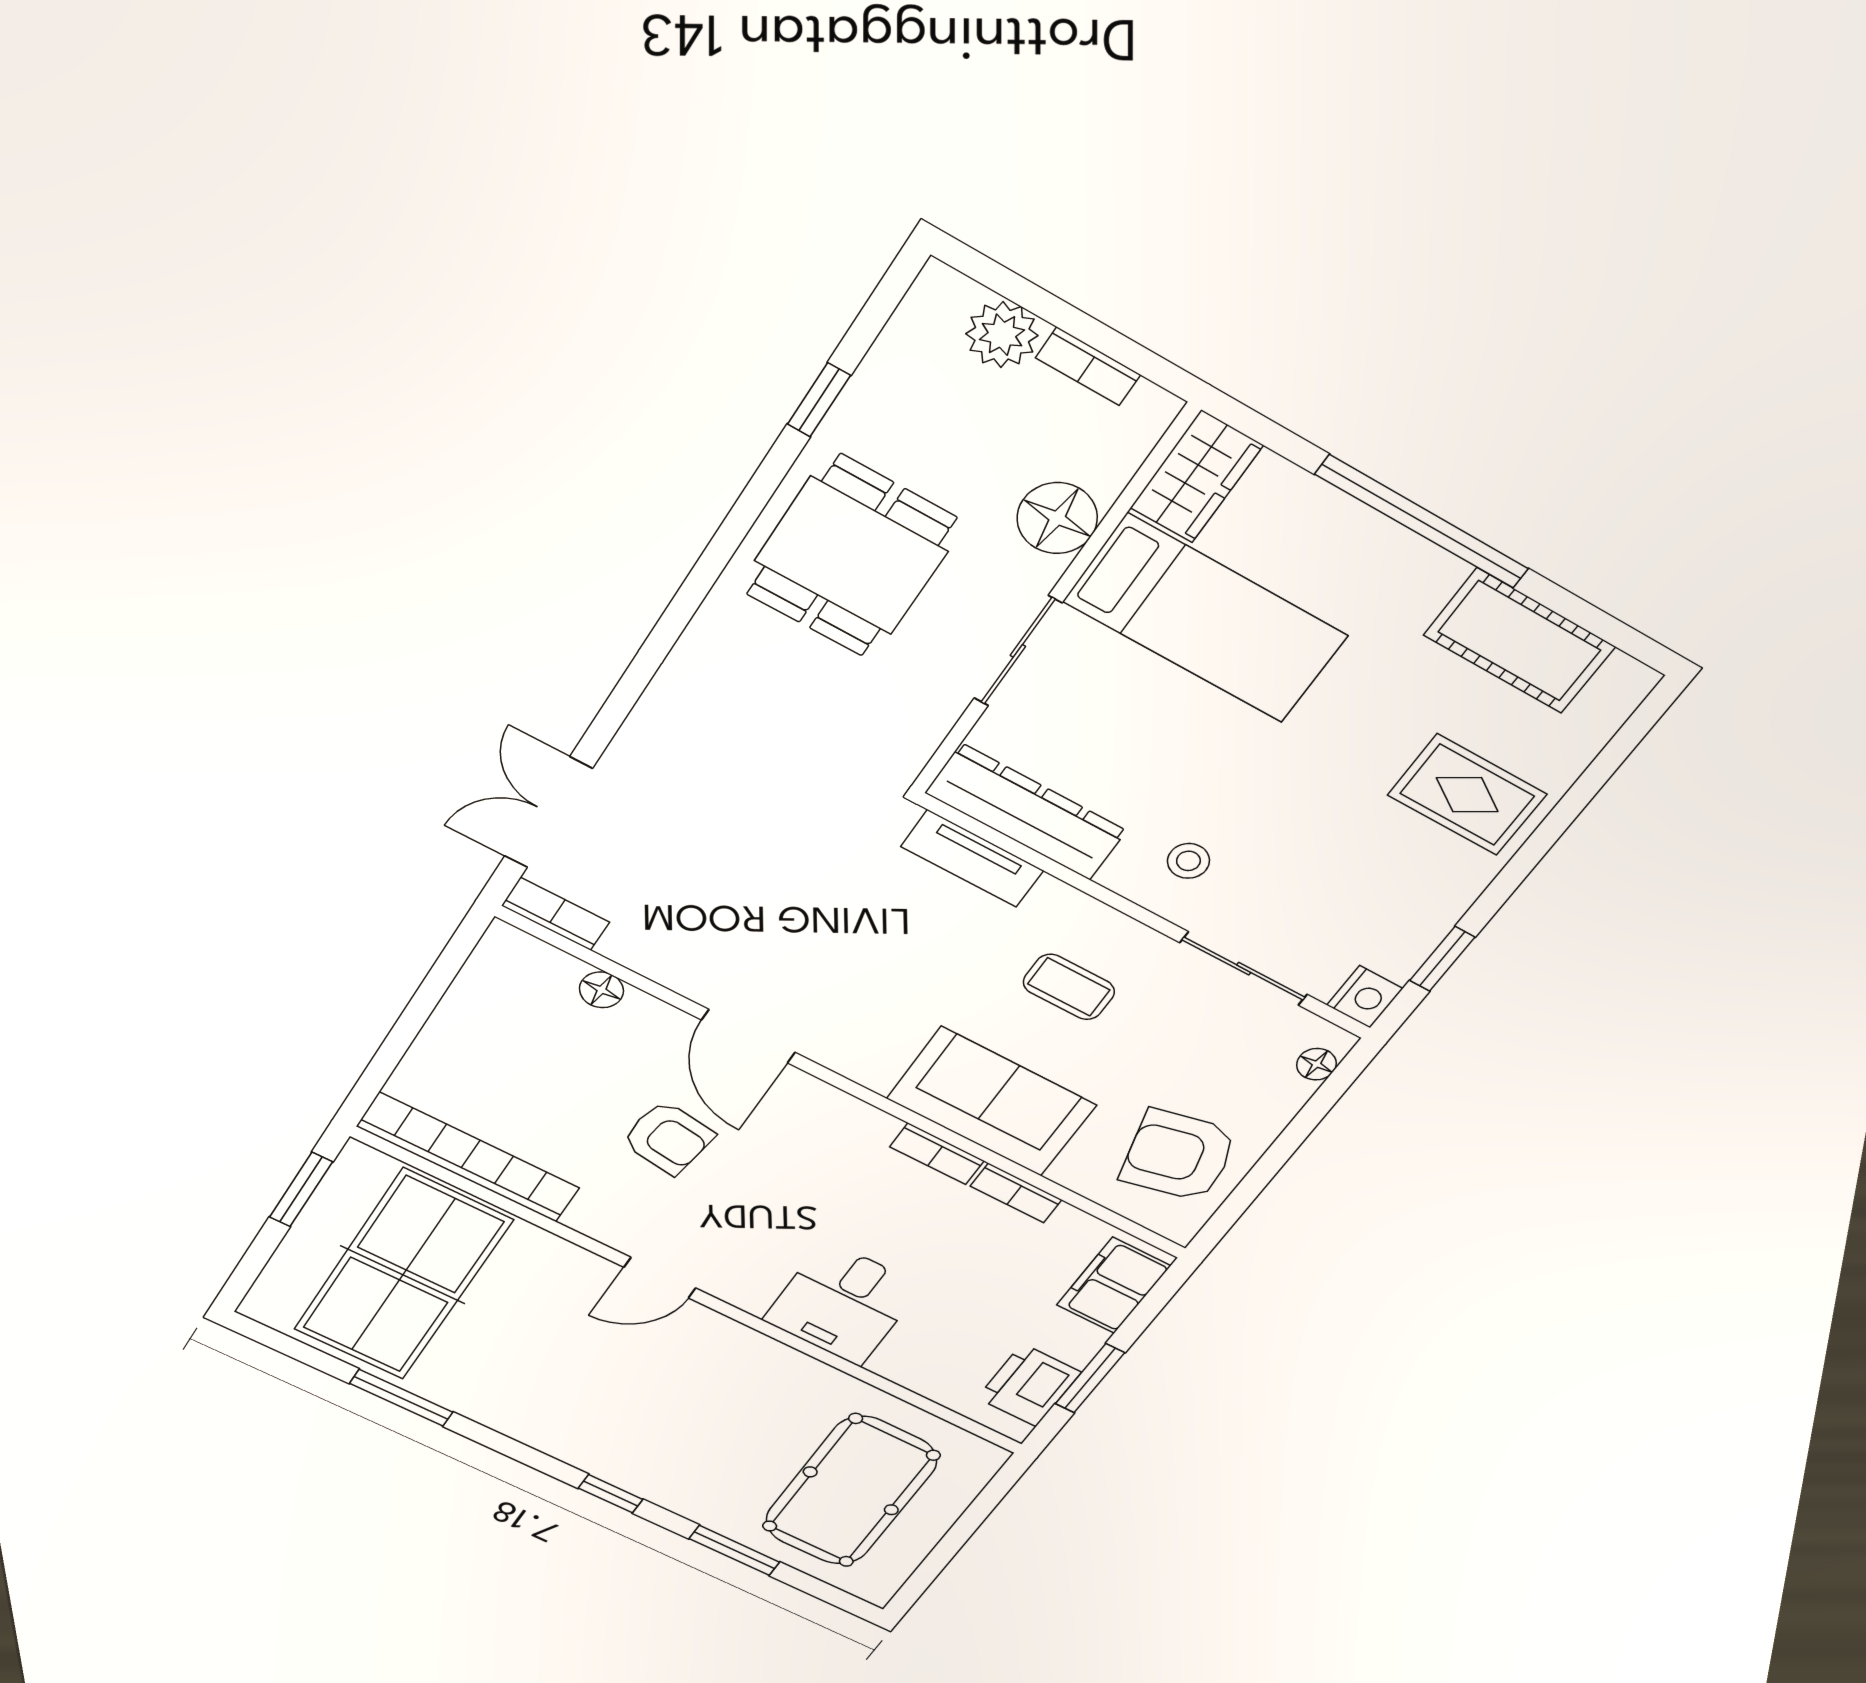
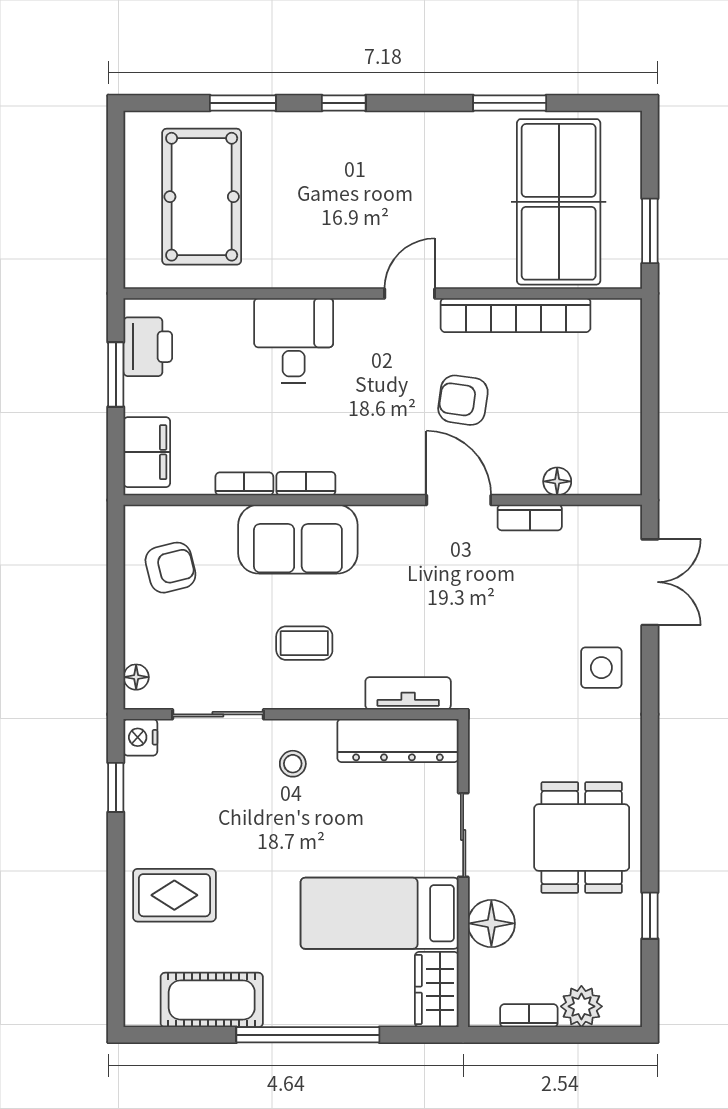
side table: (683, 748) -> (601, 668), added
bookcase: (556, 914) -> (530, 517), moved
armchair: (1179, 1155) -> (170, 568), width x0.72, depth x0.72
bookcase: (468, 1157) -> (516, 315), moved

